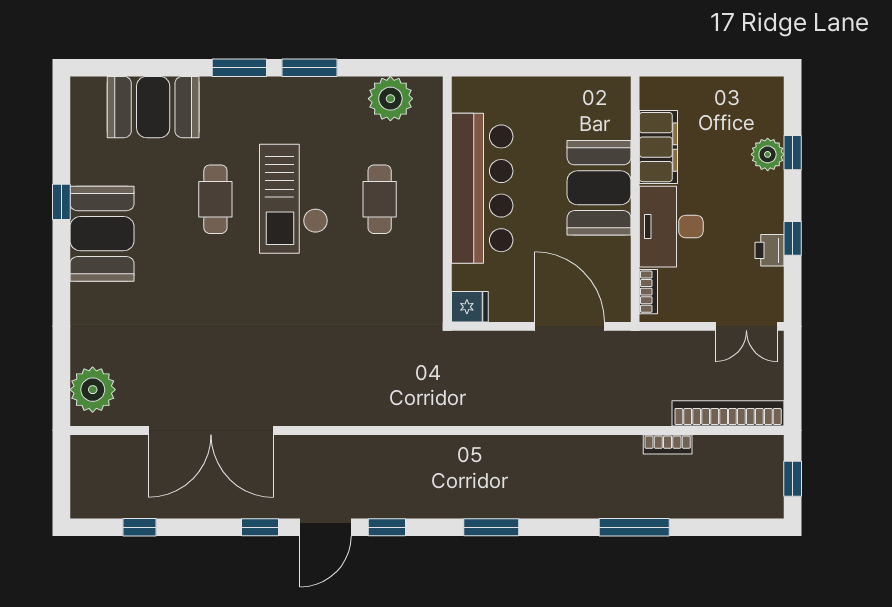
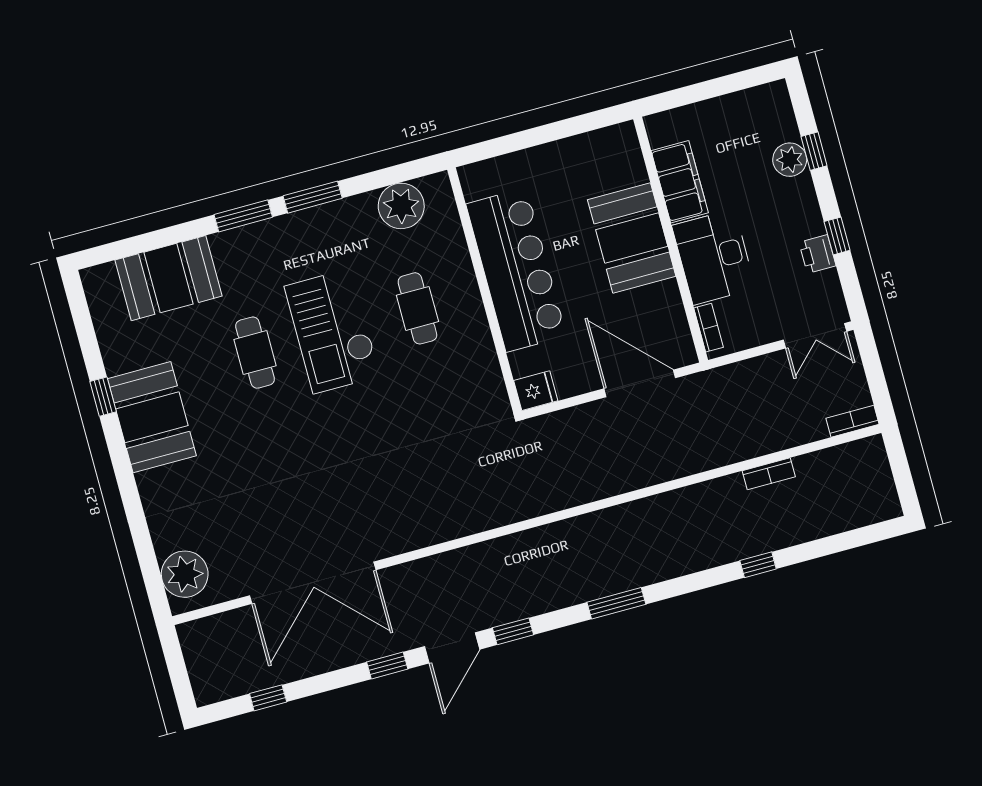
bookcase: (728, 413) -> (852, 421), width x0.43, depth x0.76
window: (793, 479) -> (902, 474), removed
window: (634, 527) -> (758, 565), width x0.46

